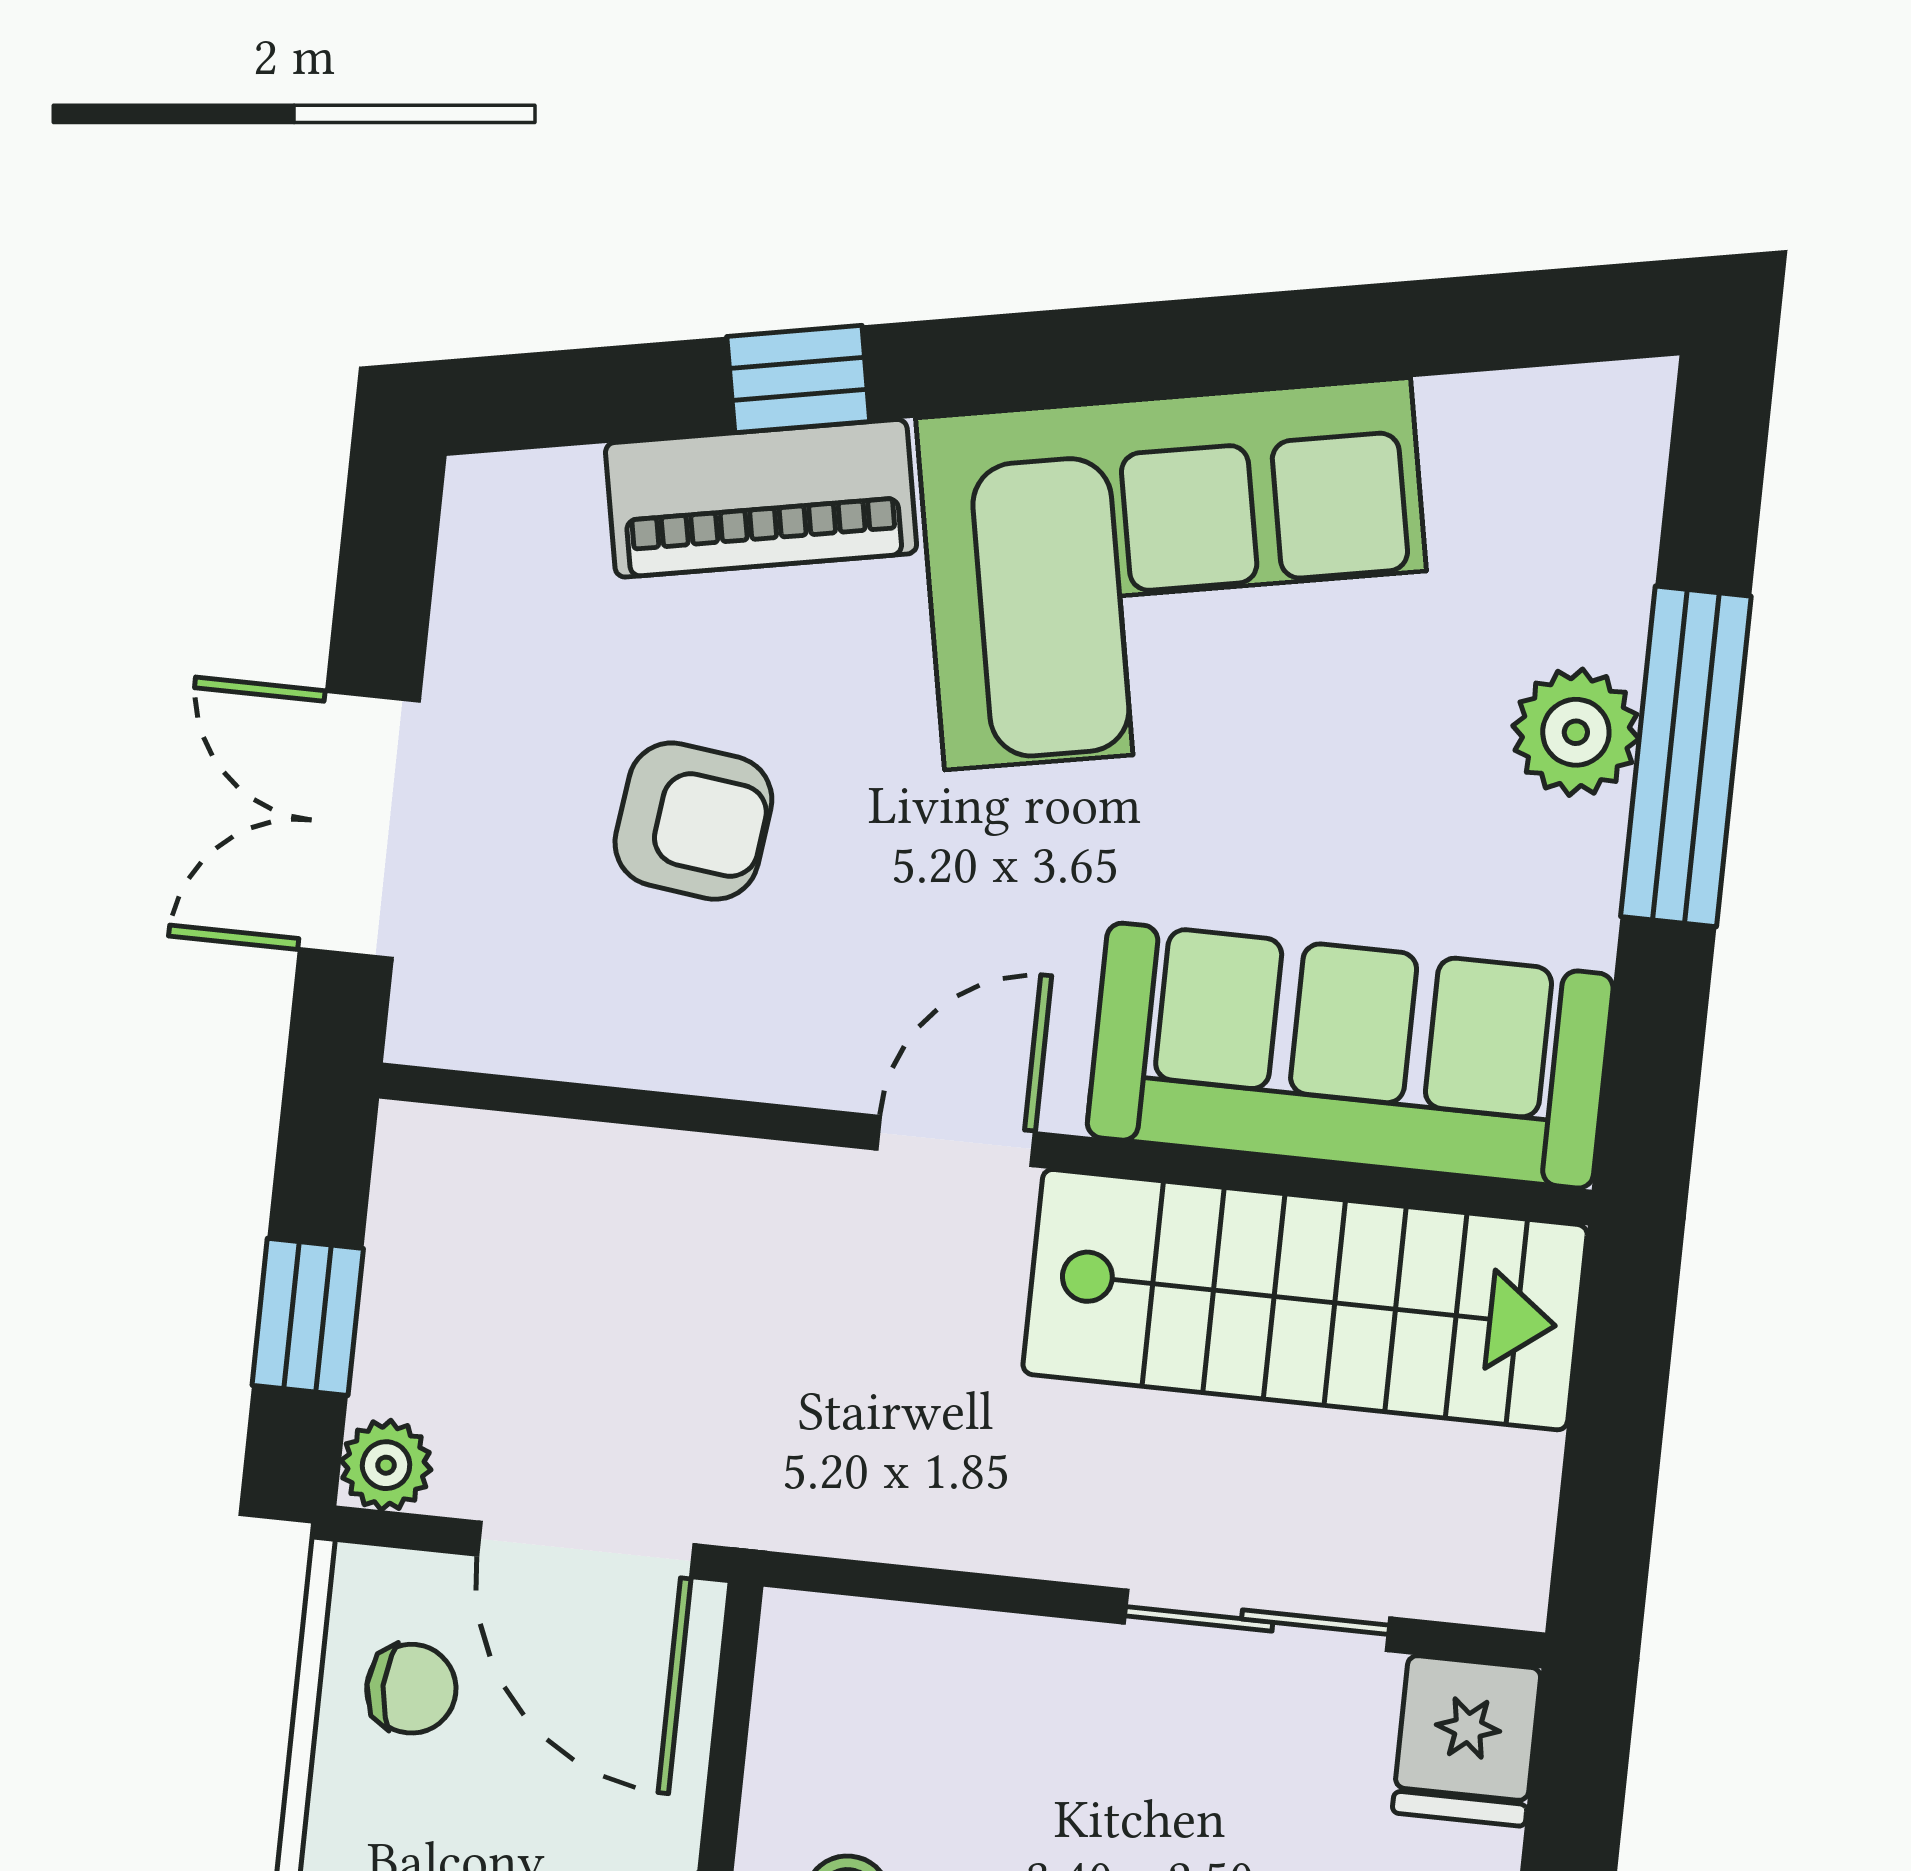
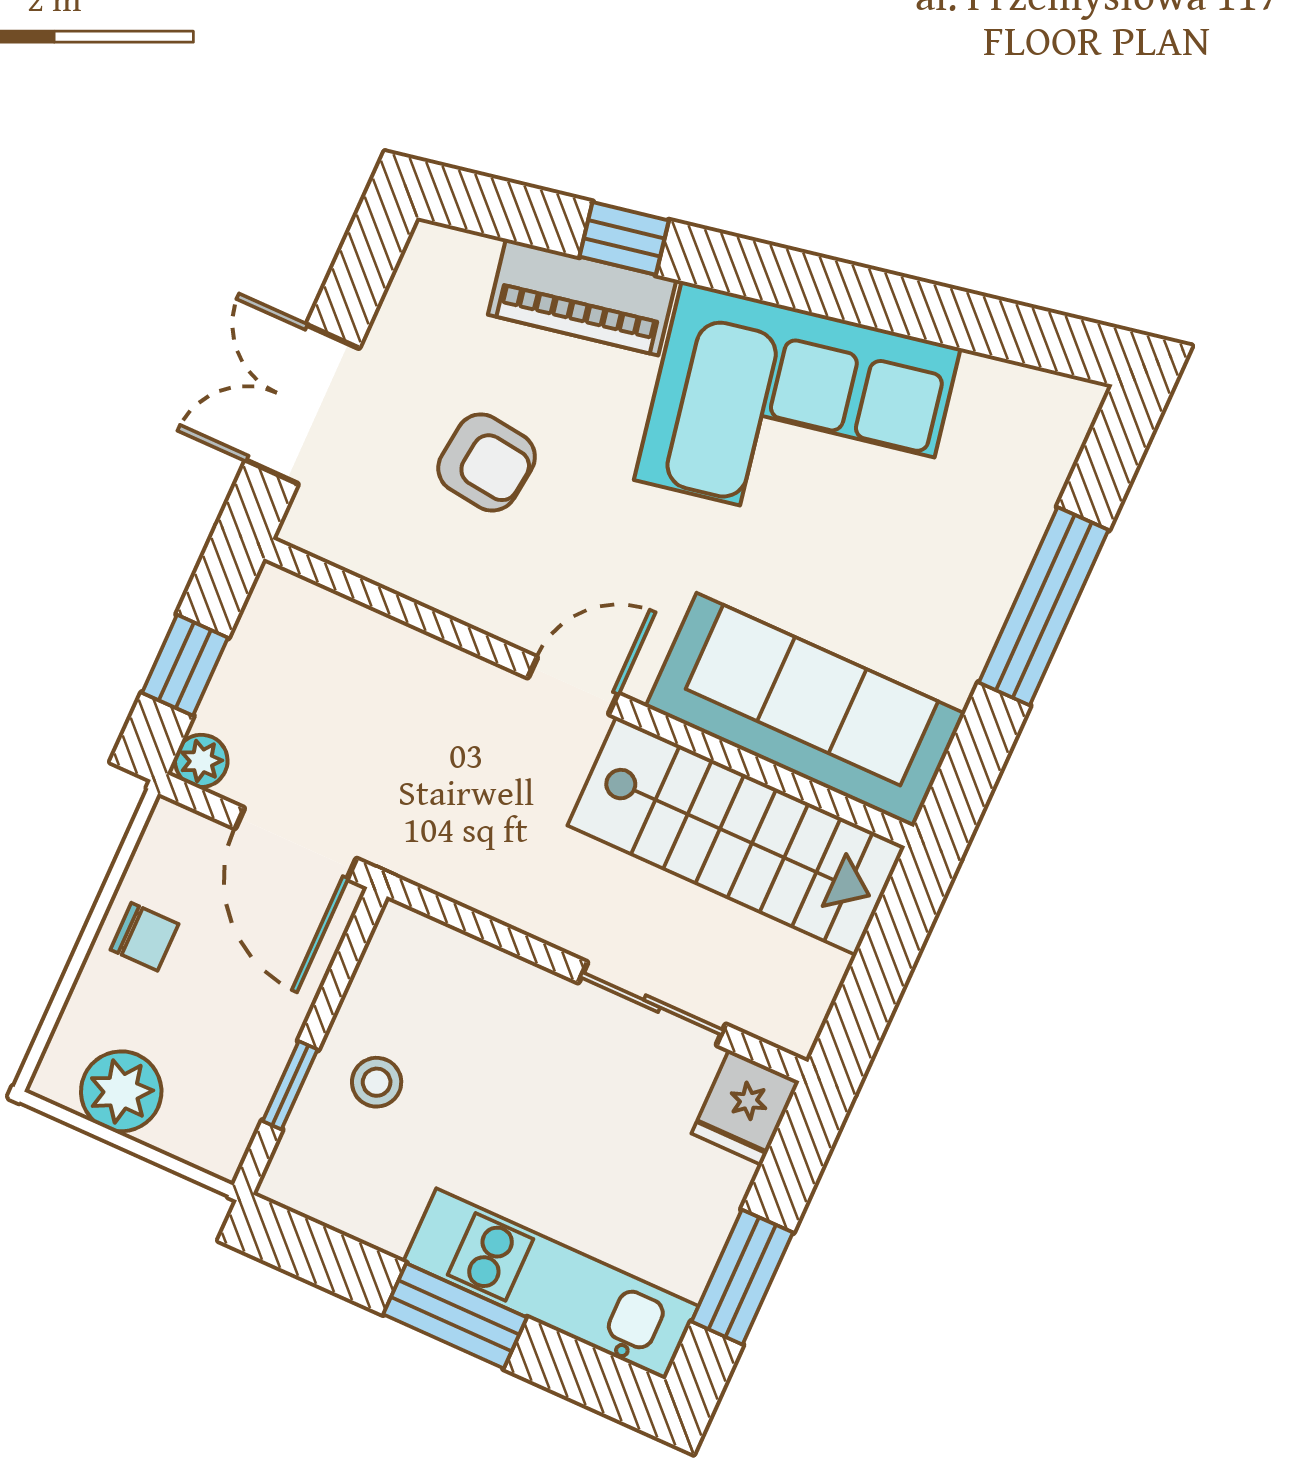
plant: (1576, 732) -> (988, 573), removed
chair: (411, 1689) -> (144, 937), moved

